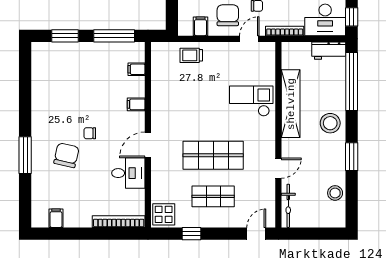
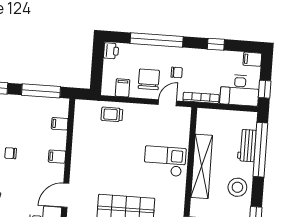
workbench: (329, 51) -> (247, 145), moved, turned 90
chair: (90, 133) -> (11, 153), moved

